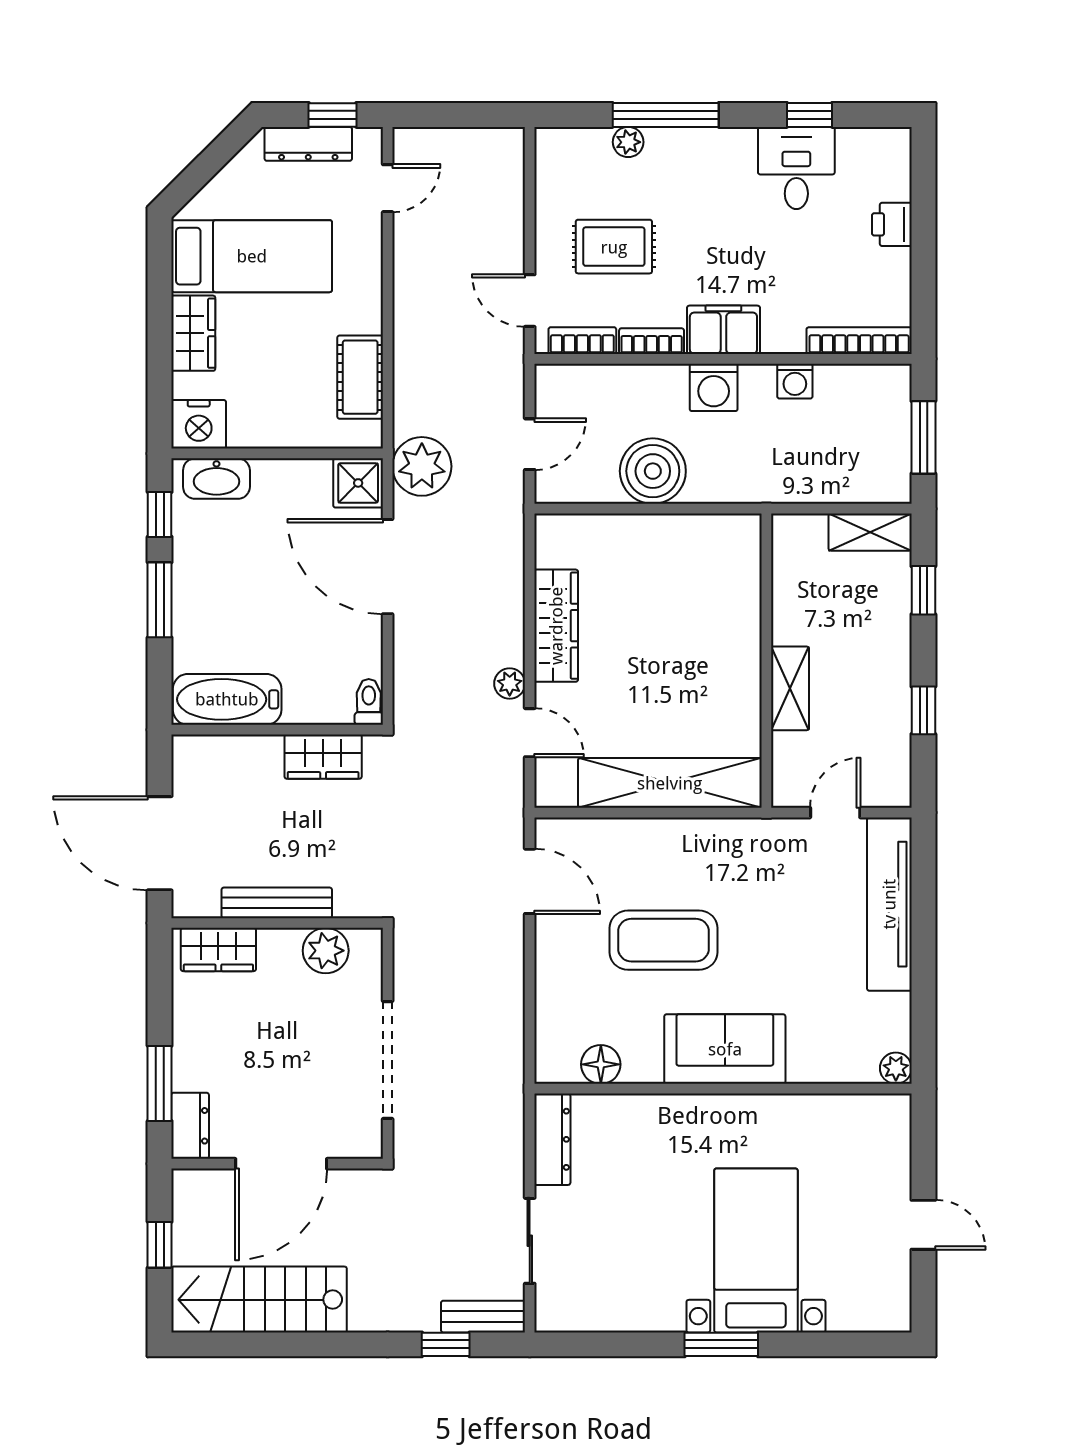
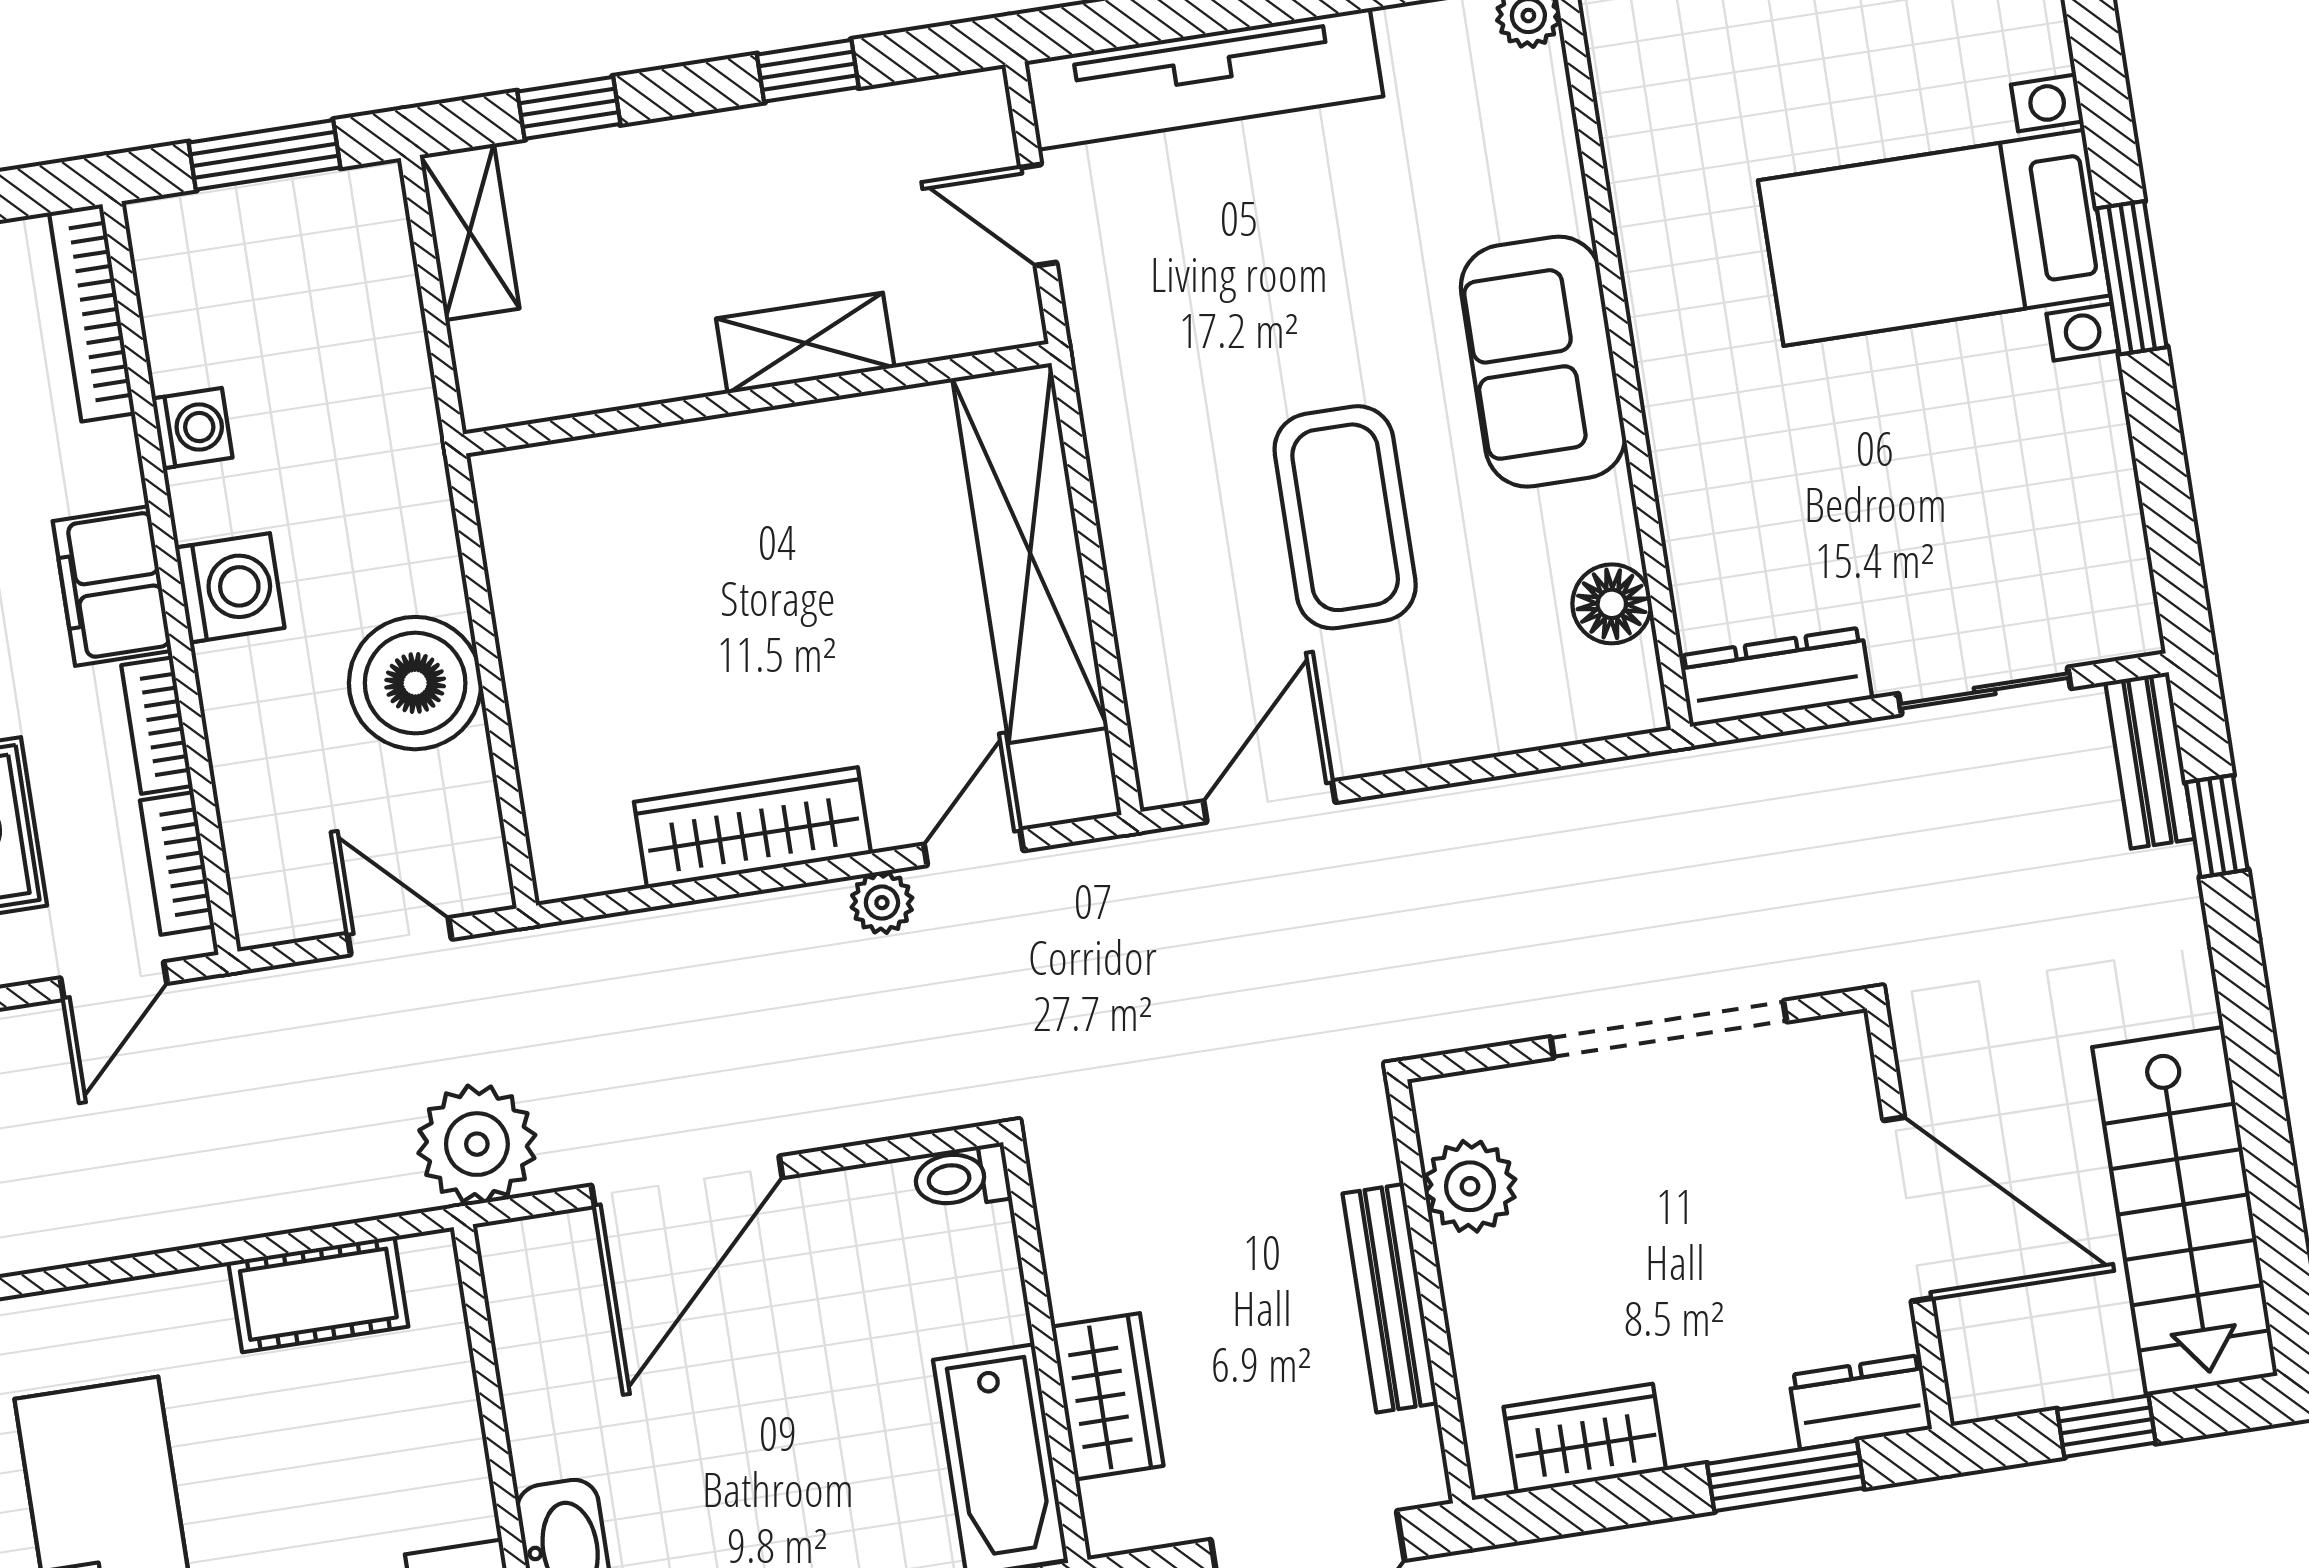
shower: (358, 483) -> (530, 1266), removed
wardrobe: (323, 757) -> (1107, 1396), moved
wardrobe: (218, 950) -> (1585, 1439), moved, turned -90

